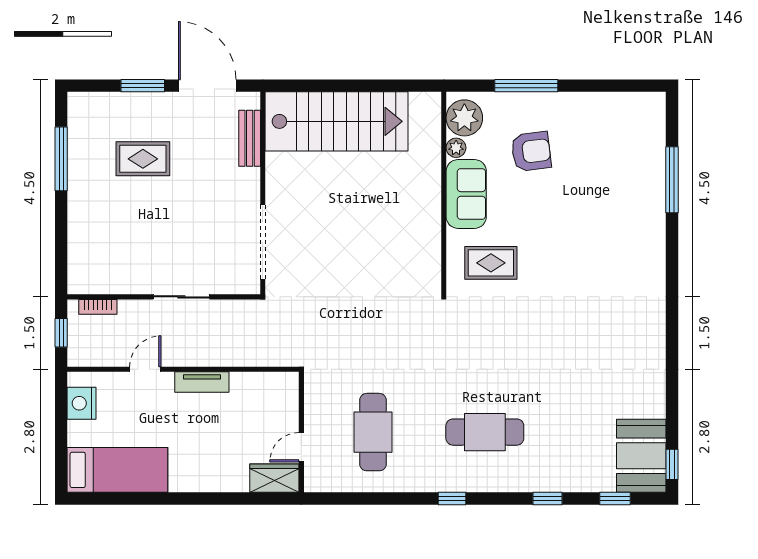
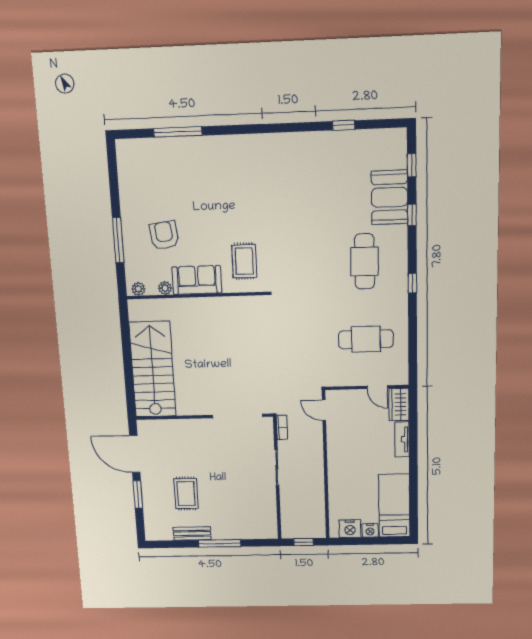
door: (207, 86) -> (135, 454), hinge flipped
plant: (464, 118) -> (138, 289), width x0.53, depth x0.53
bench: (250, 138) -> (192, 534), moved
window: (61, 159) -> (220, 543), moved
bookcase: (98, 307) -> (282, 427), moved
door: (145, 369) -> (324, 410), moved
tv unit: (202, 382) -> (402, 439), moved, turned 180
nightstand: (78, 433) -> (370, 530), added
booth: (641, 456) -> (389, 197), moved, turned 90
window: (672, 464) -> (344, 125), moved

